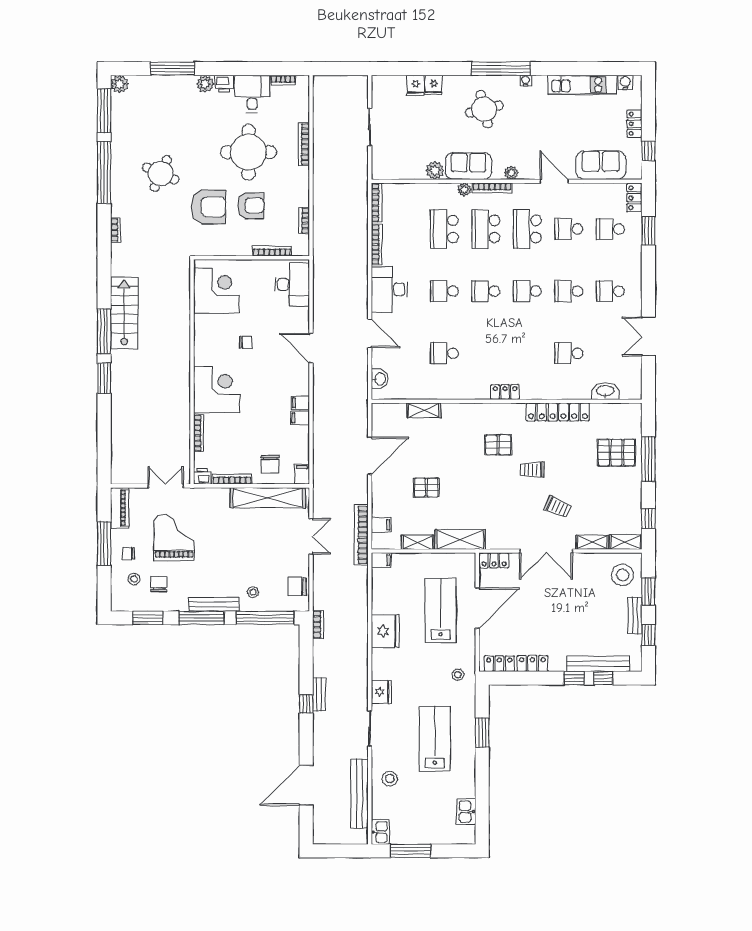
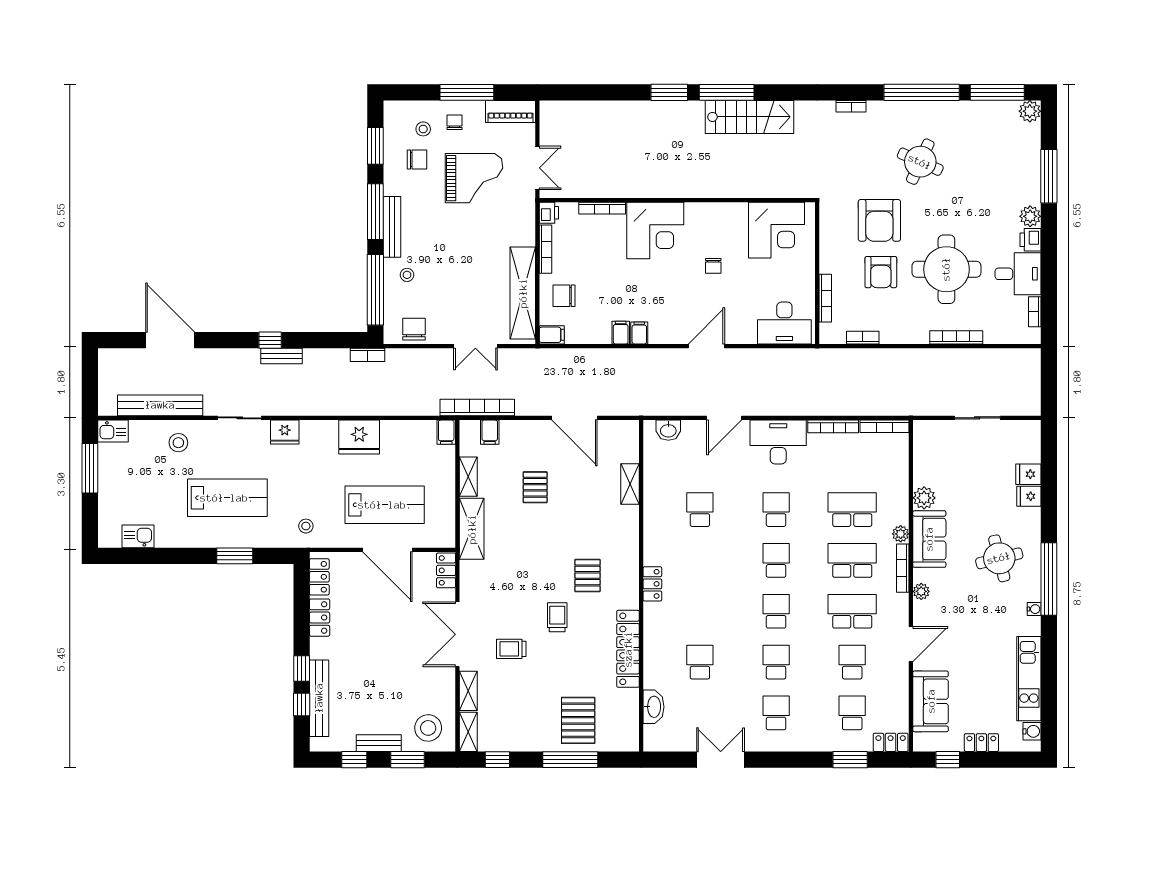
trolley: (558, 507) -> (511, 649), turned 67

